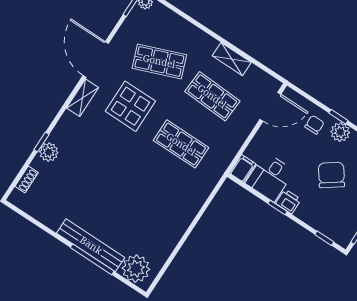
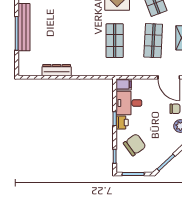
chair: (331, 175) -> (135, 145), moved
dresser: (170, 240) -> (57, 70), added
plant: (136, 269) -> (28, 61), removed

